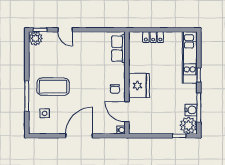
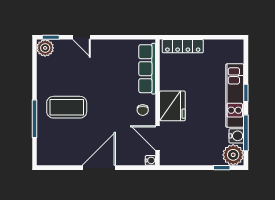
locker: (153, 37) -> (183, 46), width x1.53
row of seats: (118, 49) -> (147, 69), width x1.48
kitchen unit: (190, 57) -> (235, 96), moved
side table: (45, 113) -> (56, 140), removed

